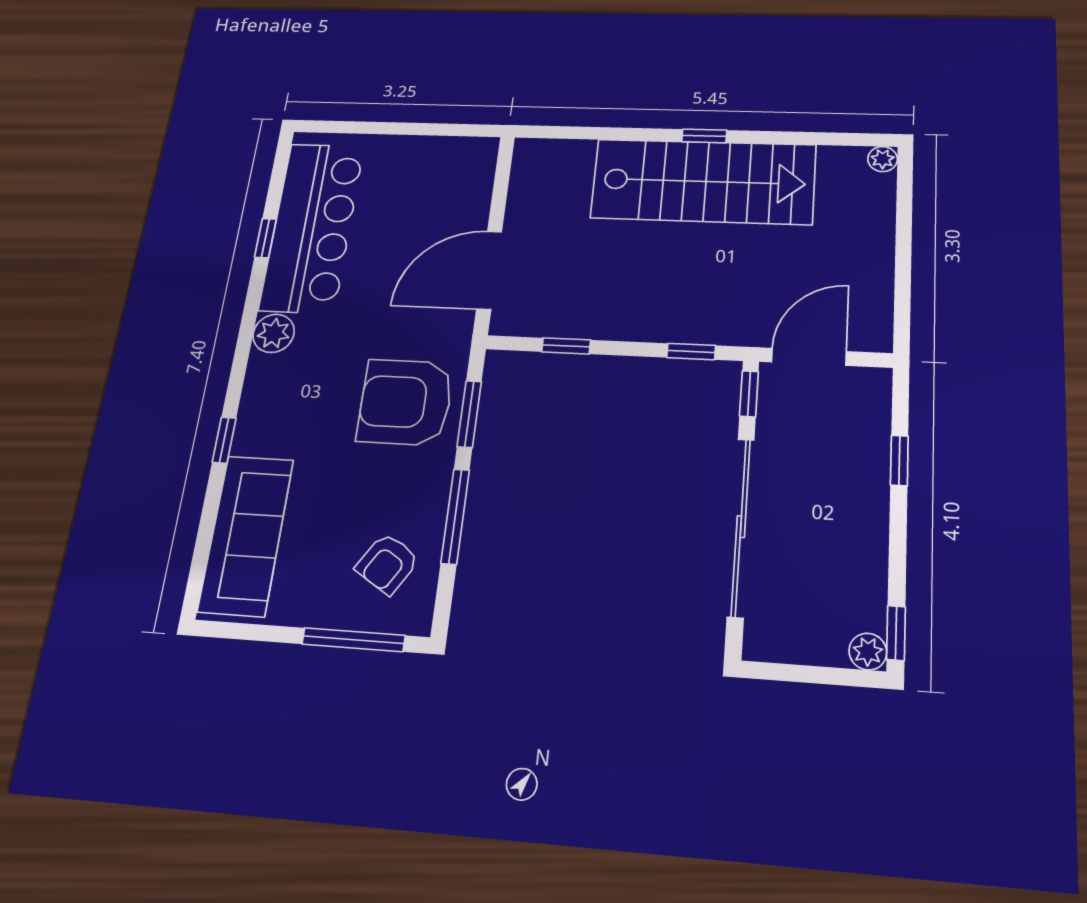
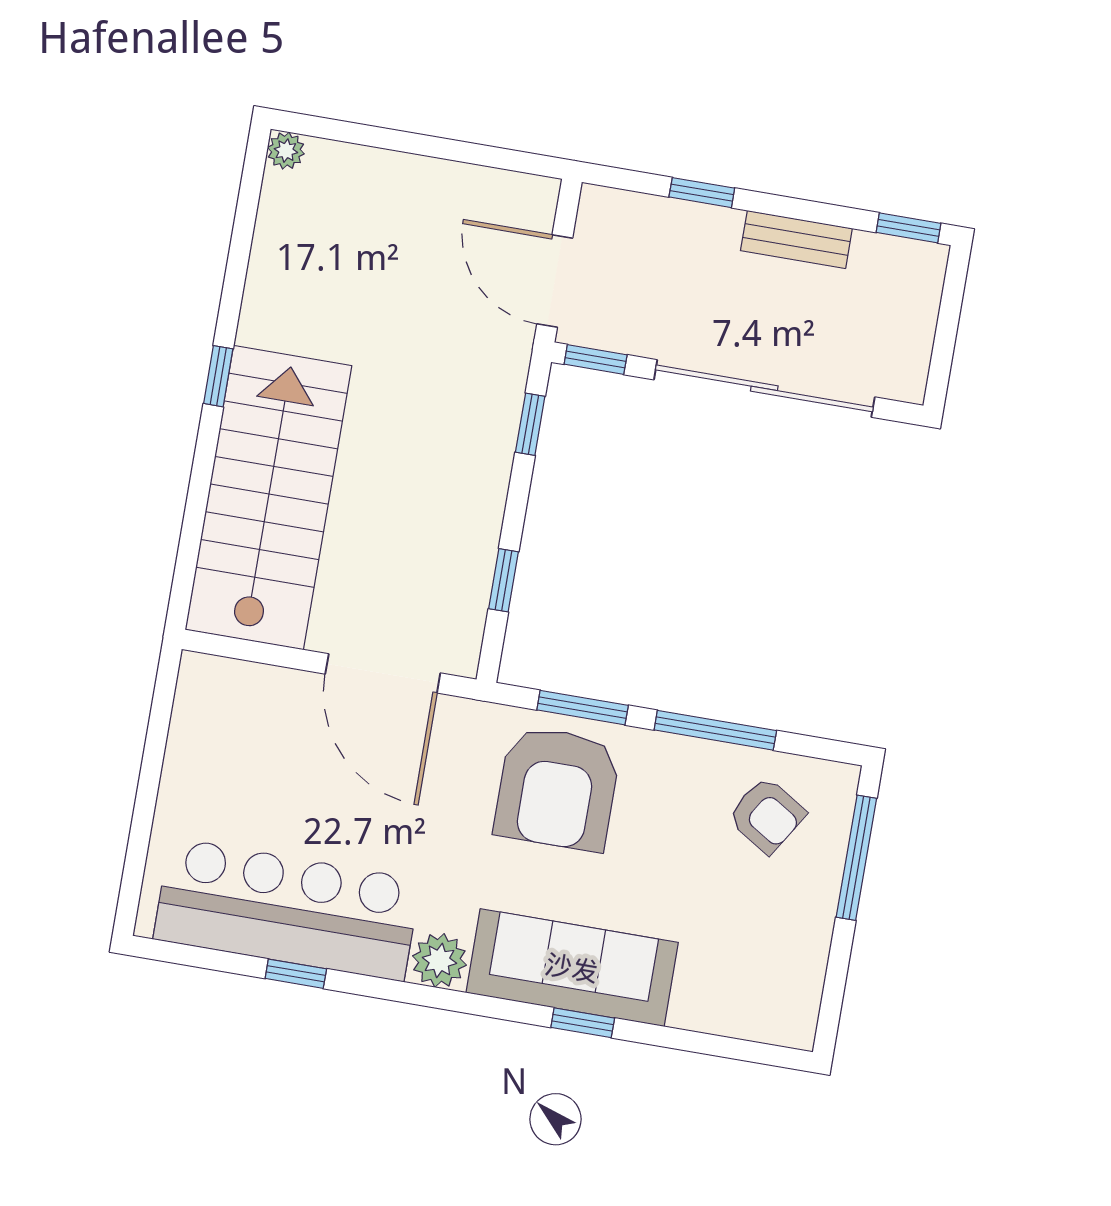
stairs: (703, 181) -> (268, 498), moved
sofa: (246, 535) -> (572, 968), moved
bench: (871, 540) -> (796, 239), added
plant: (868, 652) -> (927, 262), removed

